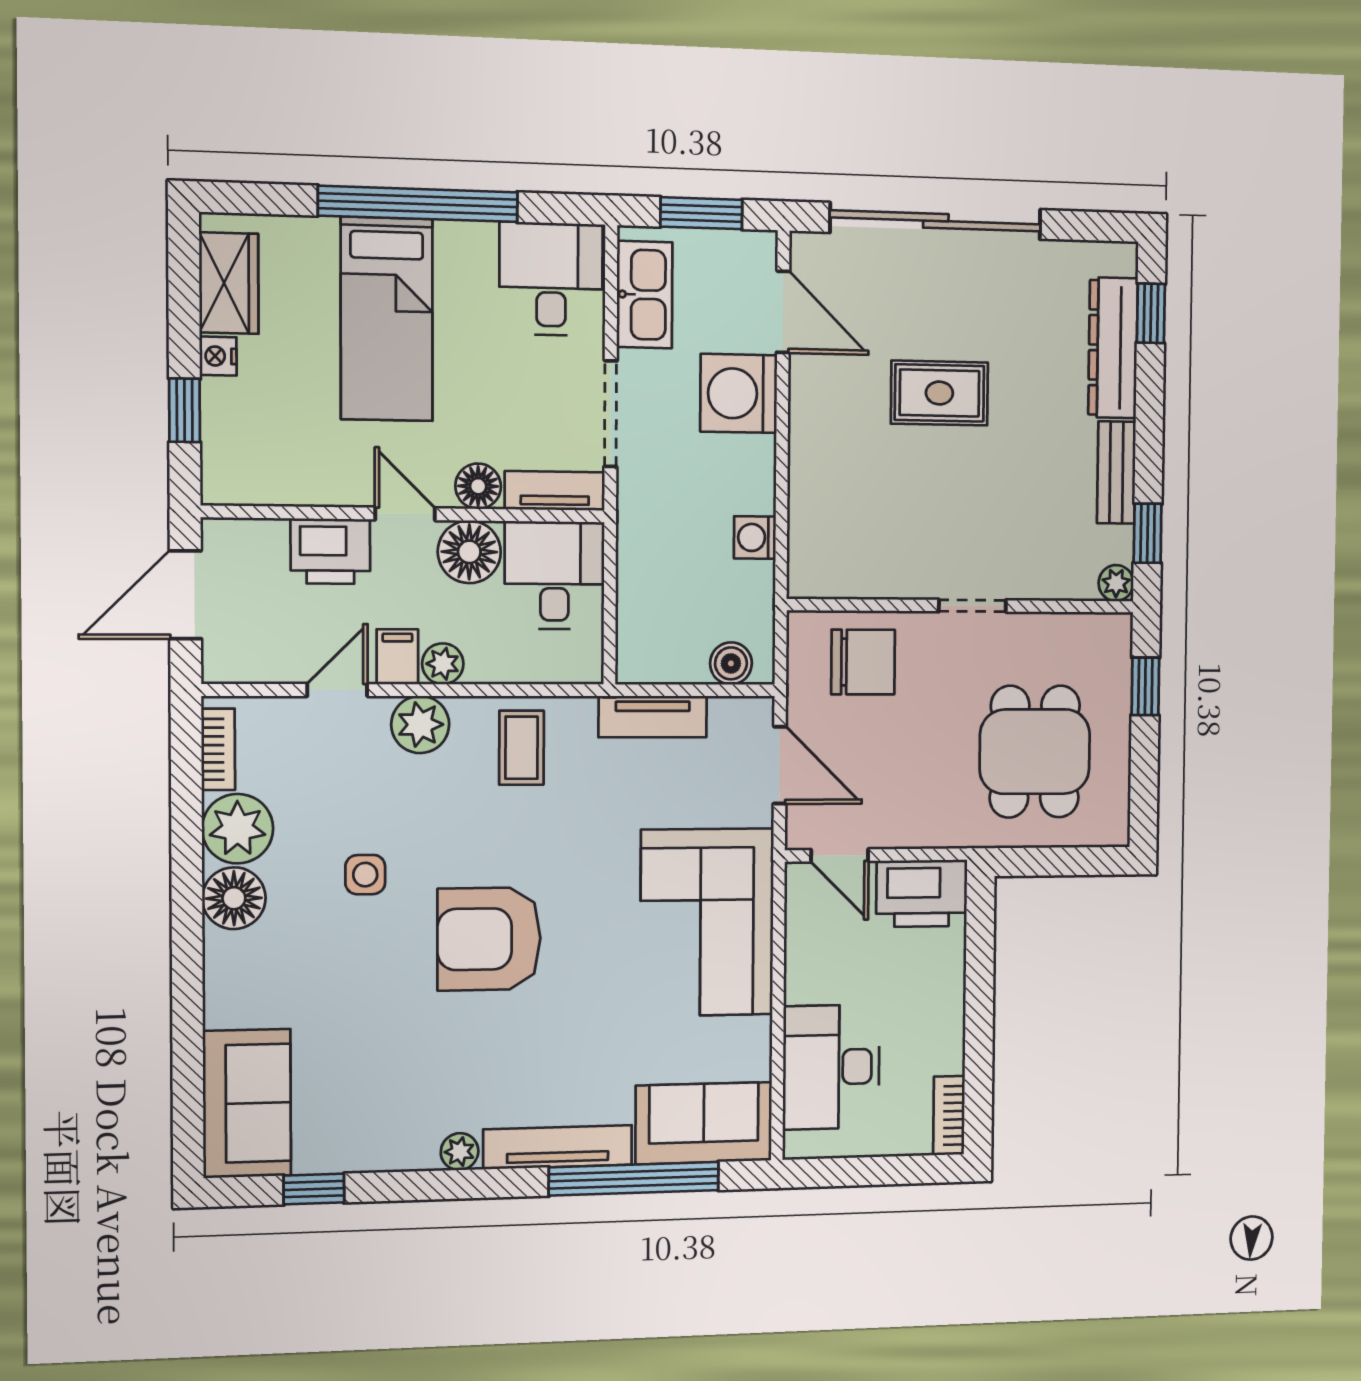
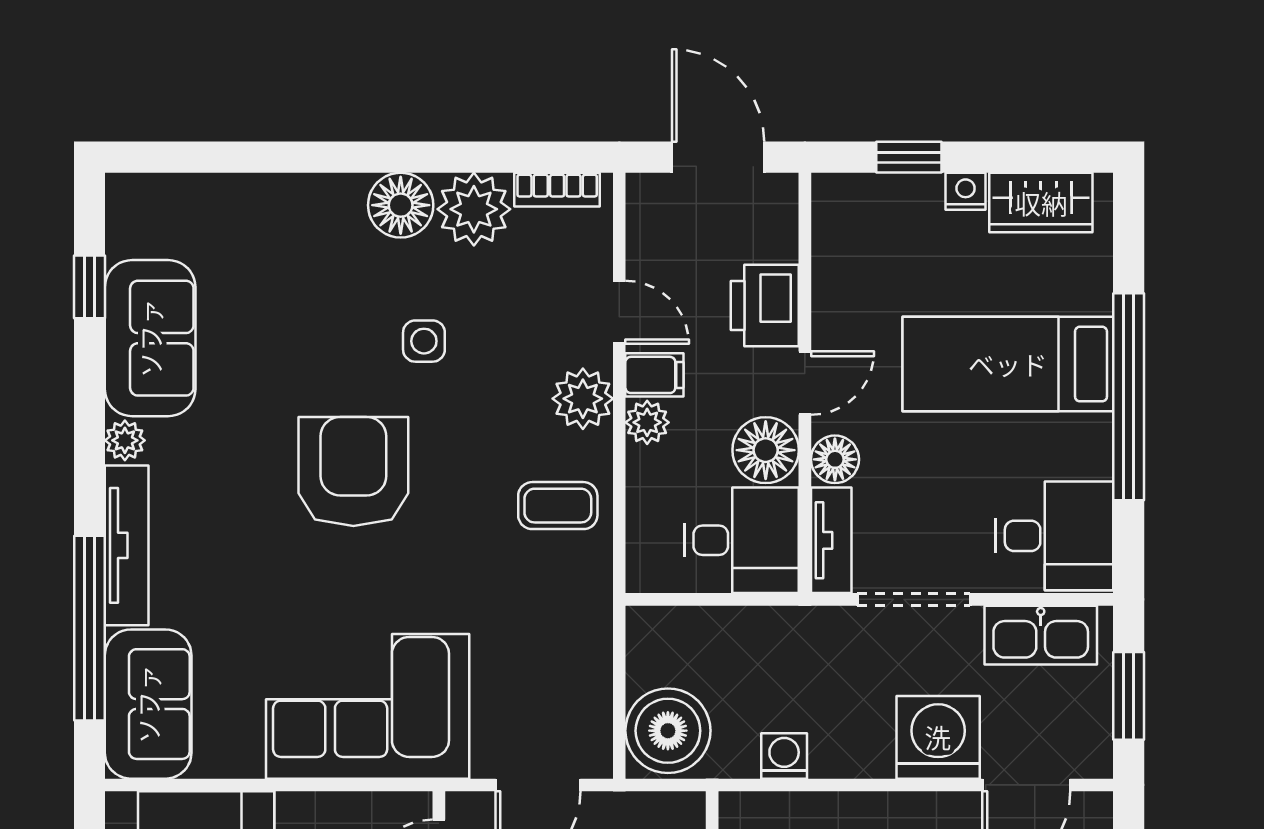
boiler: (731, 663) -> (668, 731), width x1.86, depth x1.86
tv unit: (653, 717) -> (591, 646), removed
sofa: (247, 1103) -> (150, 338), moved, turned -90

